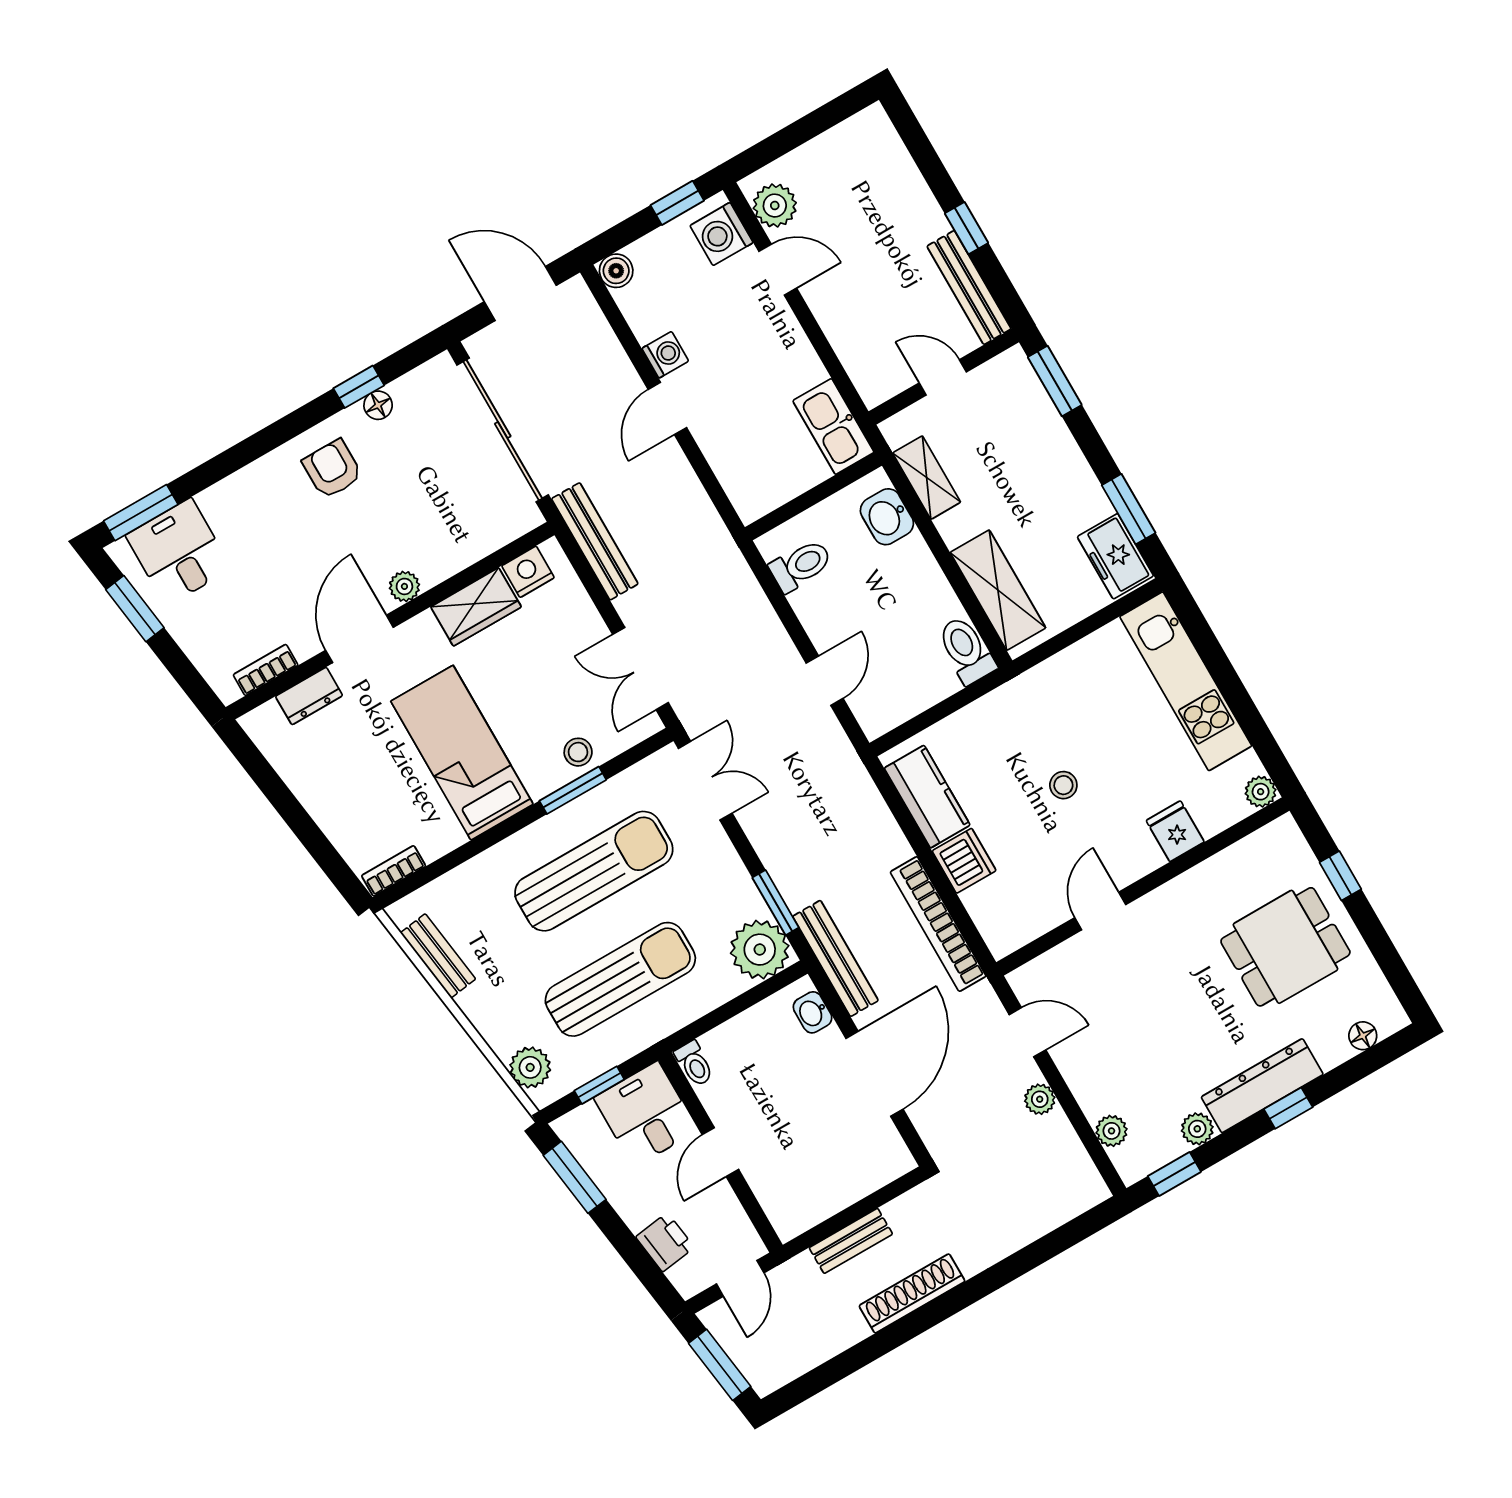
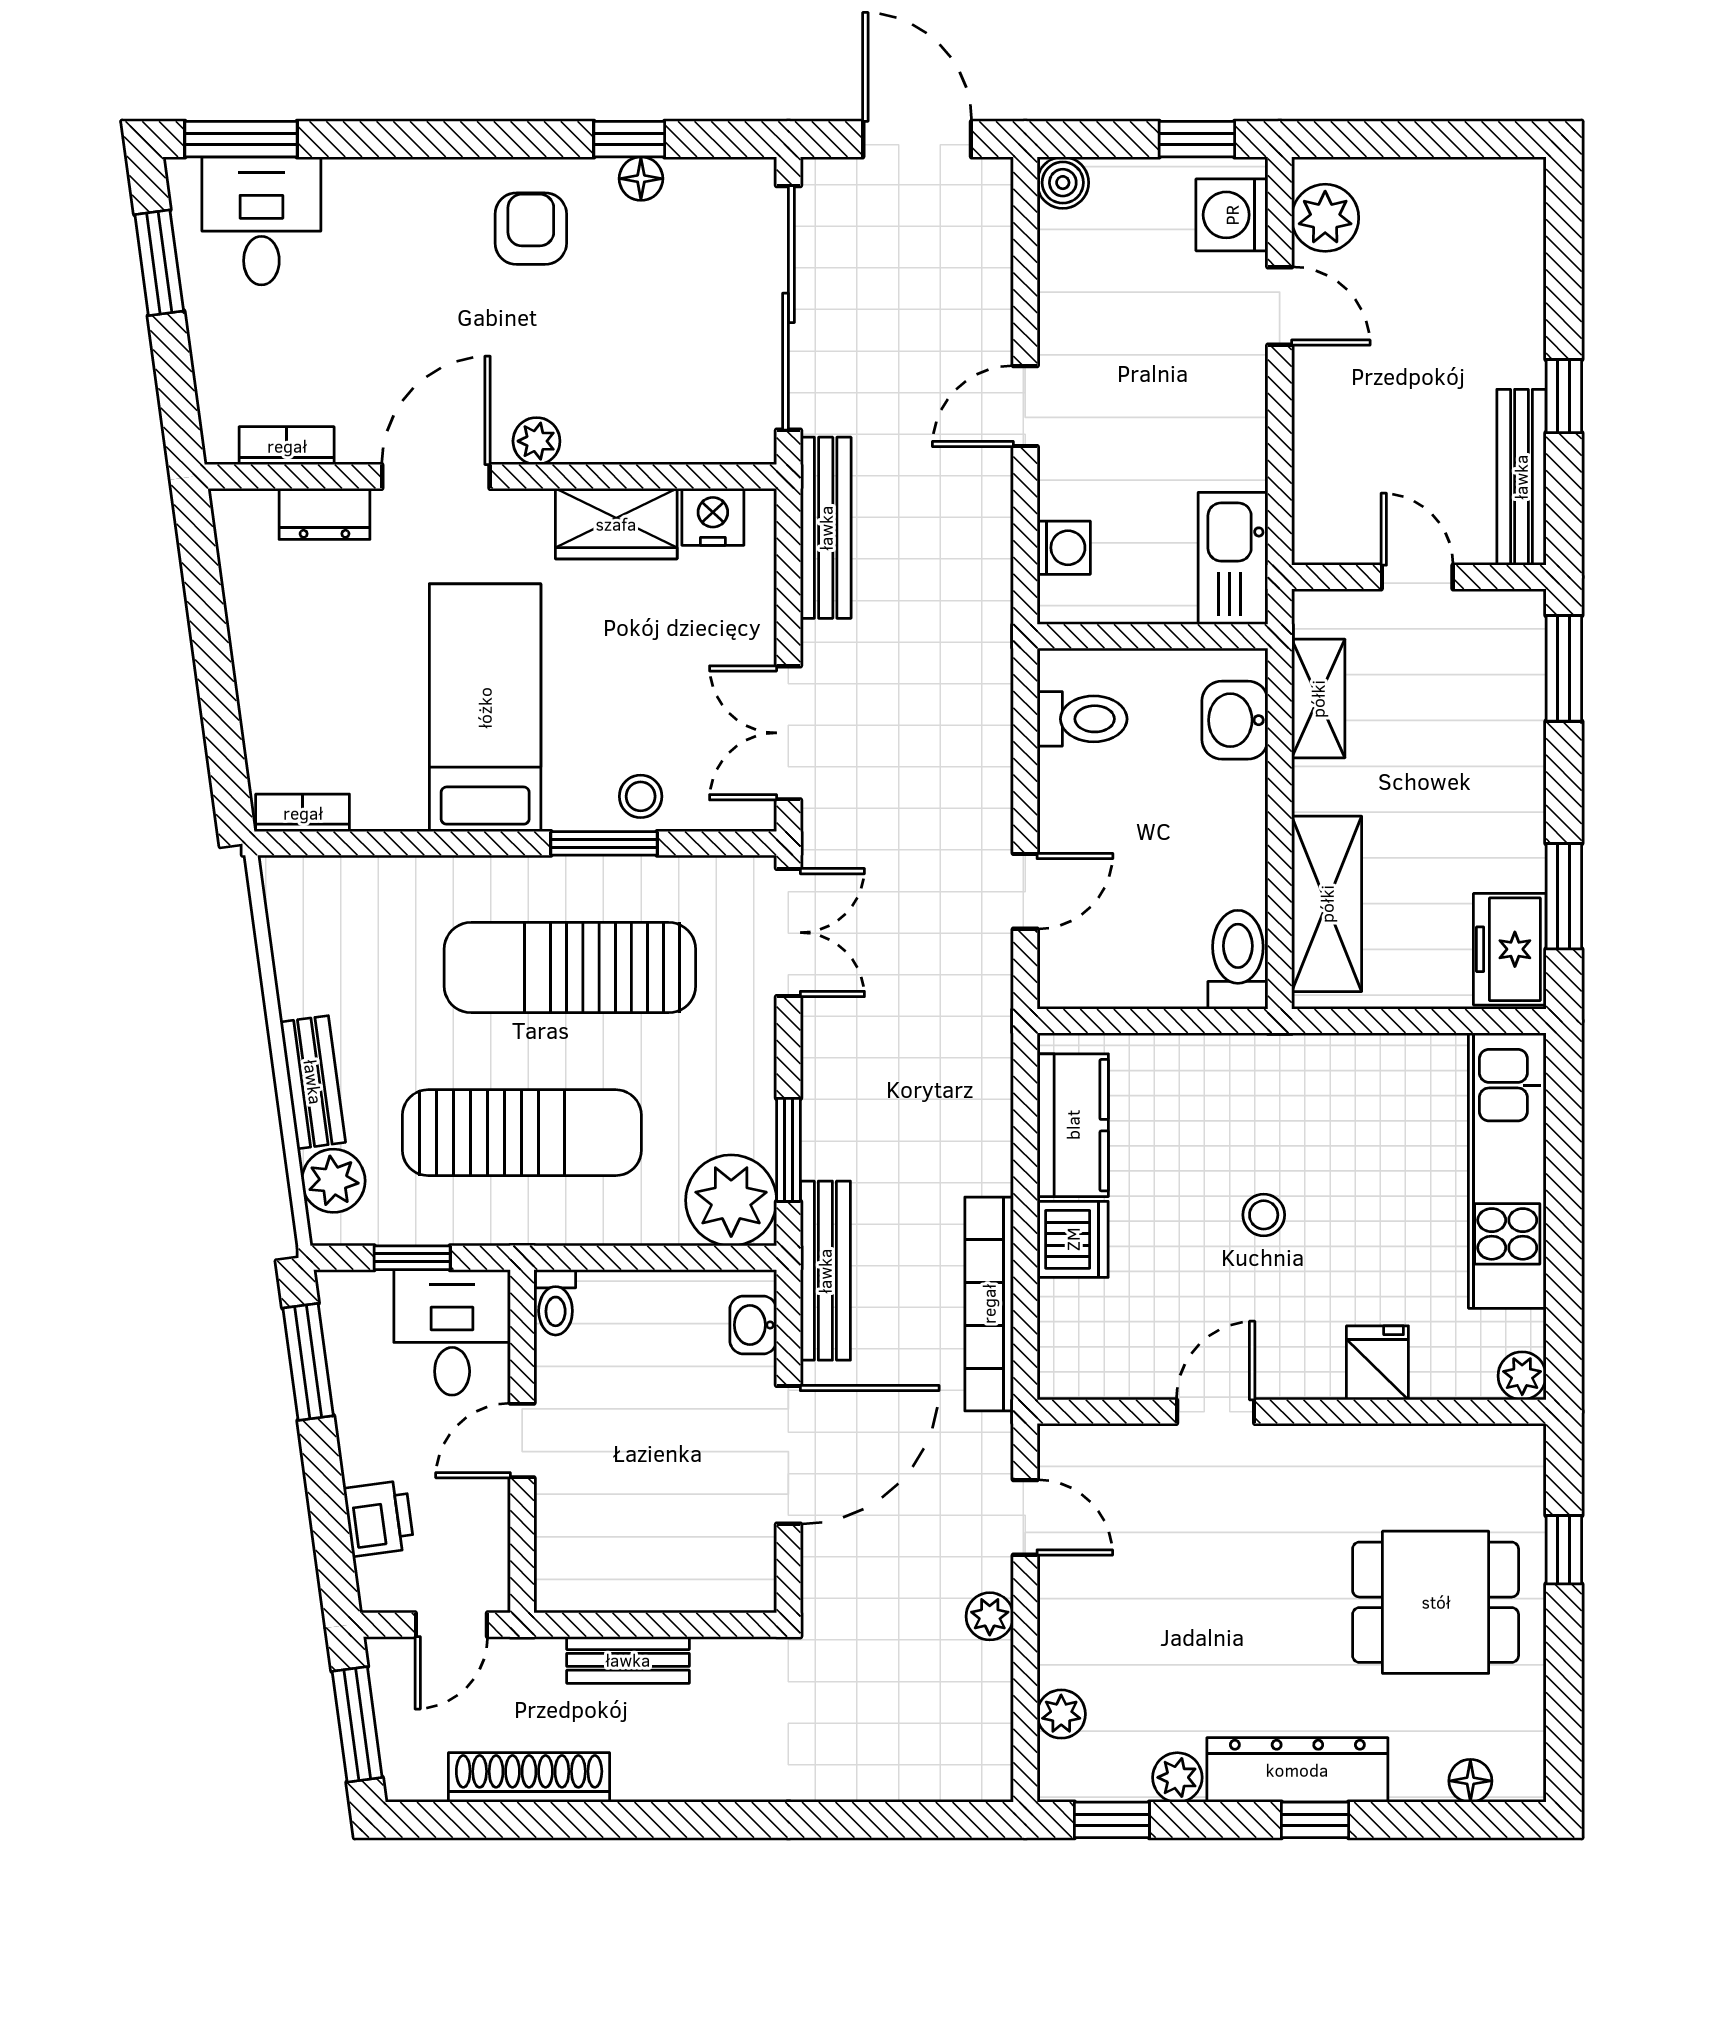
washing machine: (665, 355) -> (1064, 548), moved
sun lounger: (594, 871) -> (570, 968), turned 180
bench: (438, 956) -> (313, 1082), moved
shoe rack: (912, 1293) -> (529, 1777), moved

